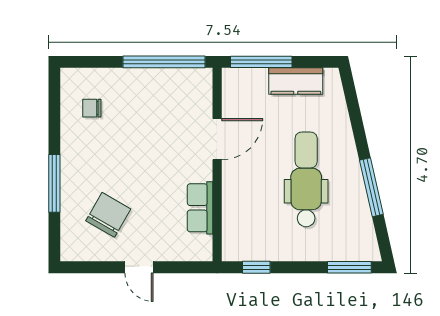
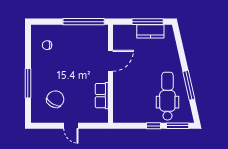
window: (261, 62) -> (148, 22), moved
dental chair: (306, 179) -> (167, 96), moved
window: (256, 267) -> (153, 126), moved

